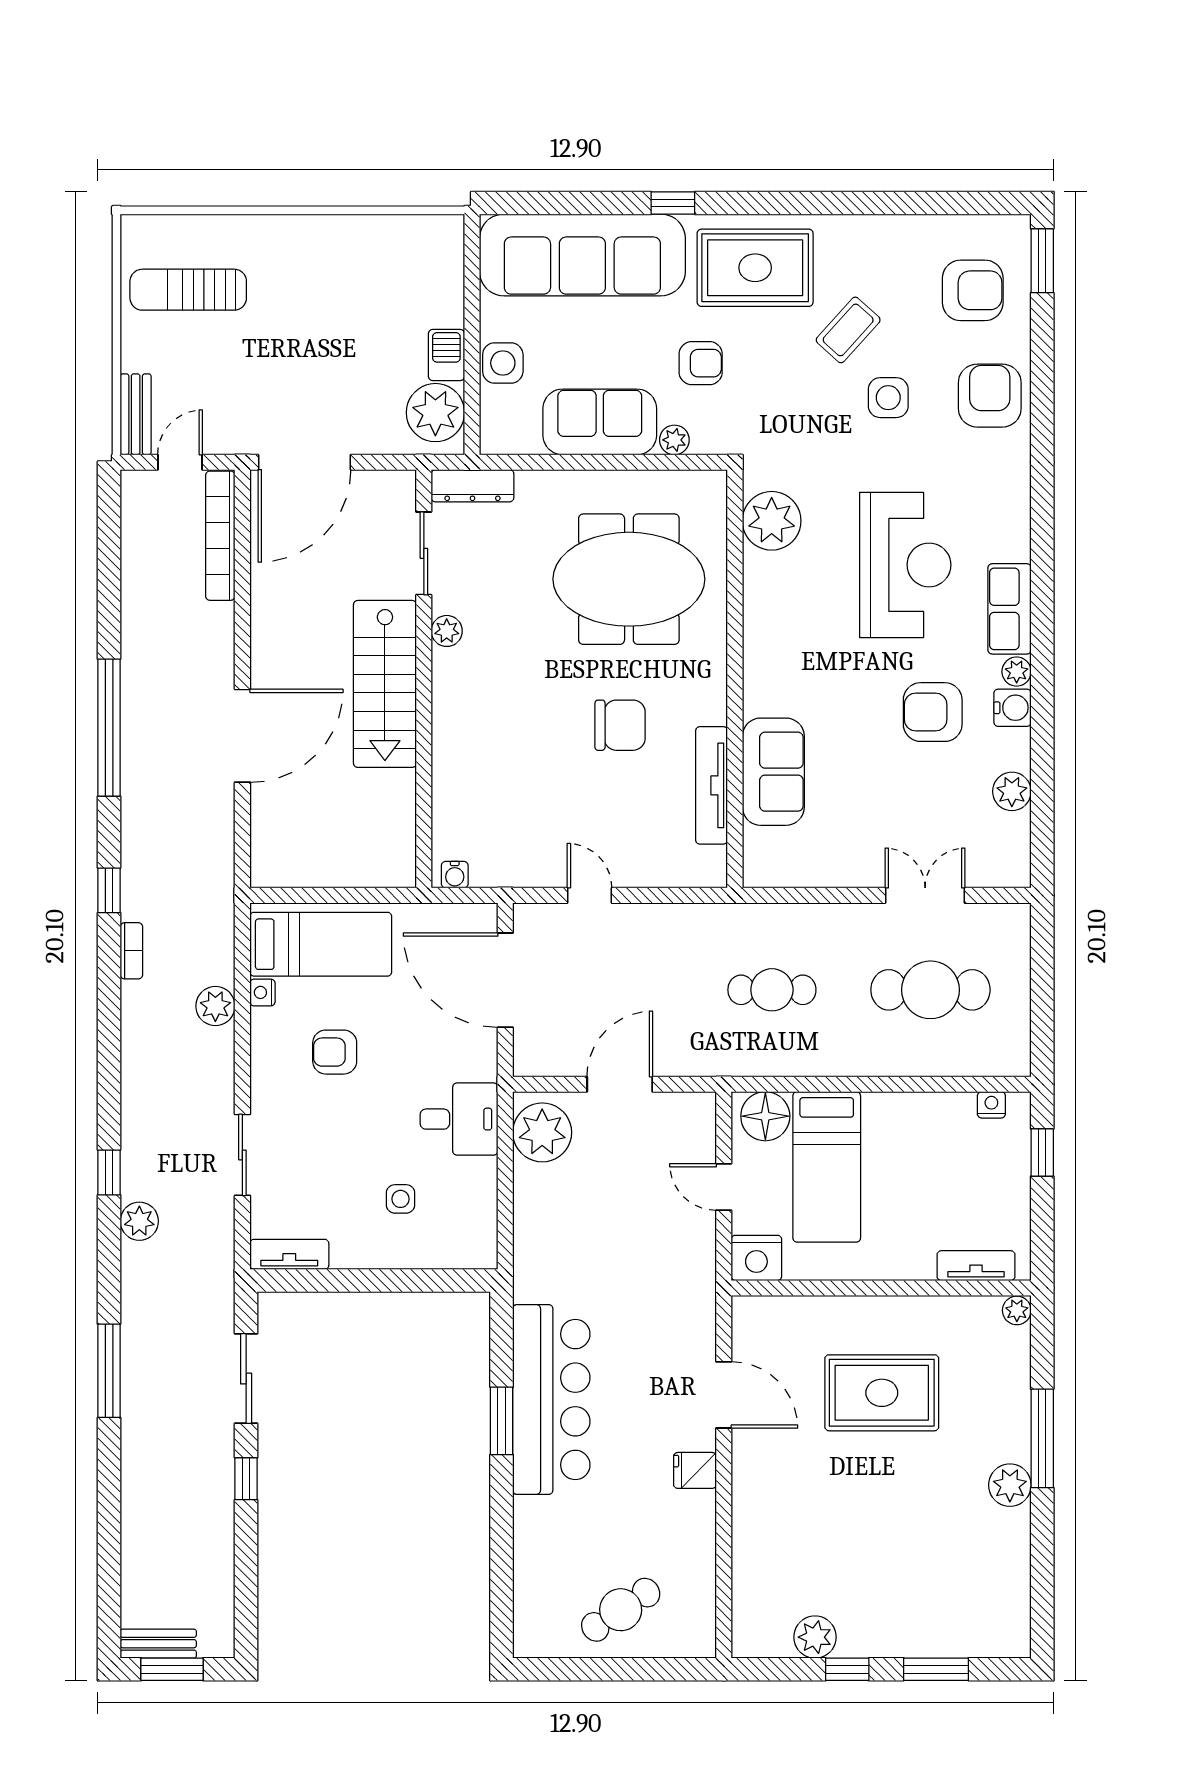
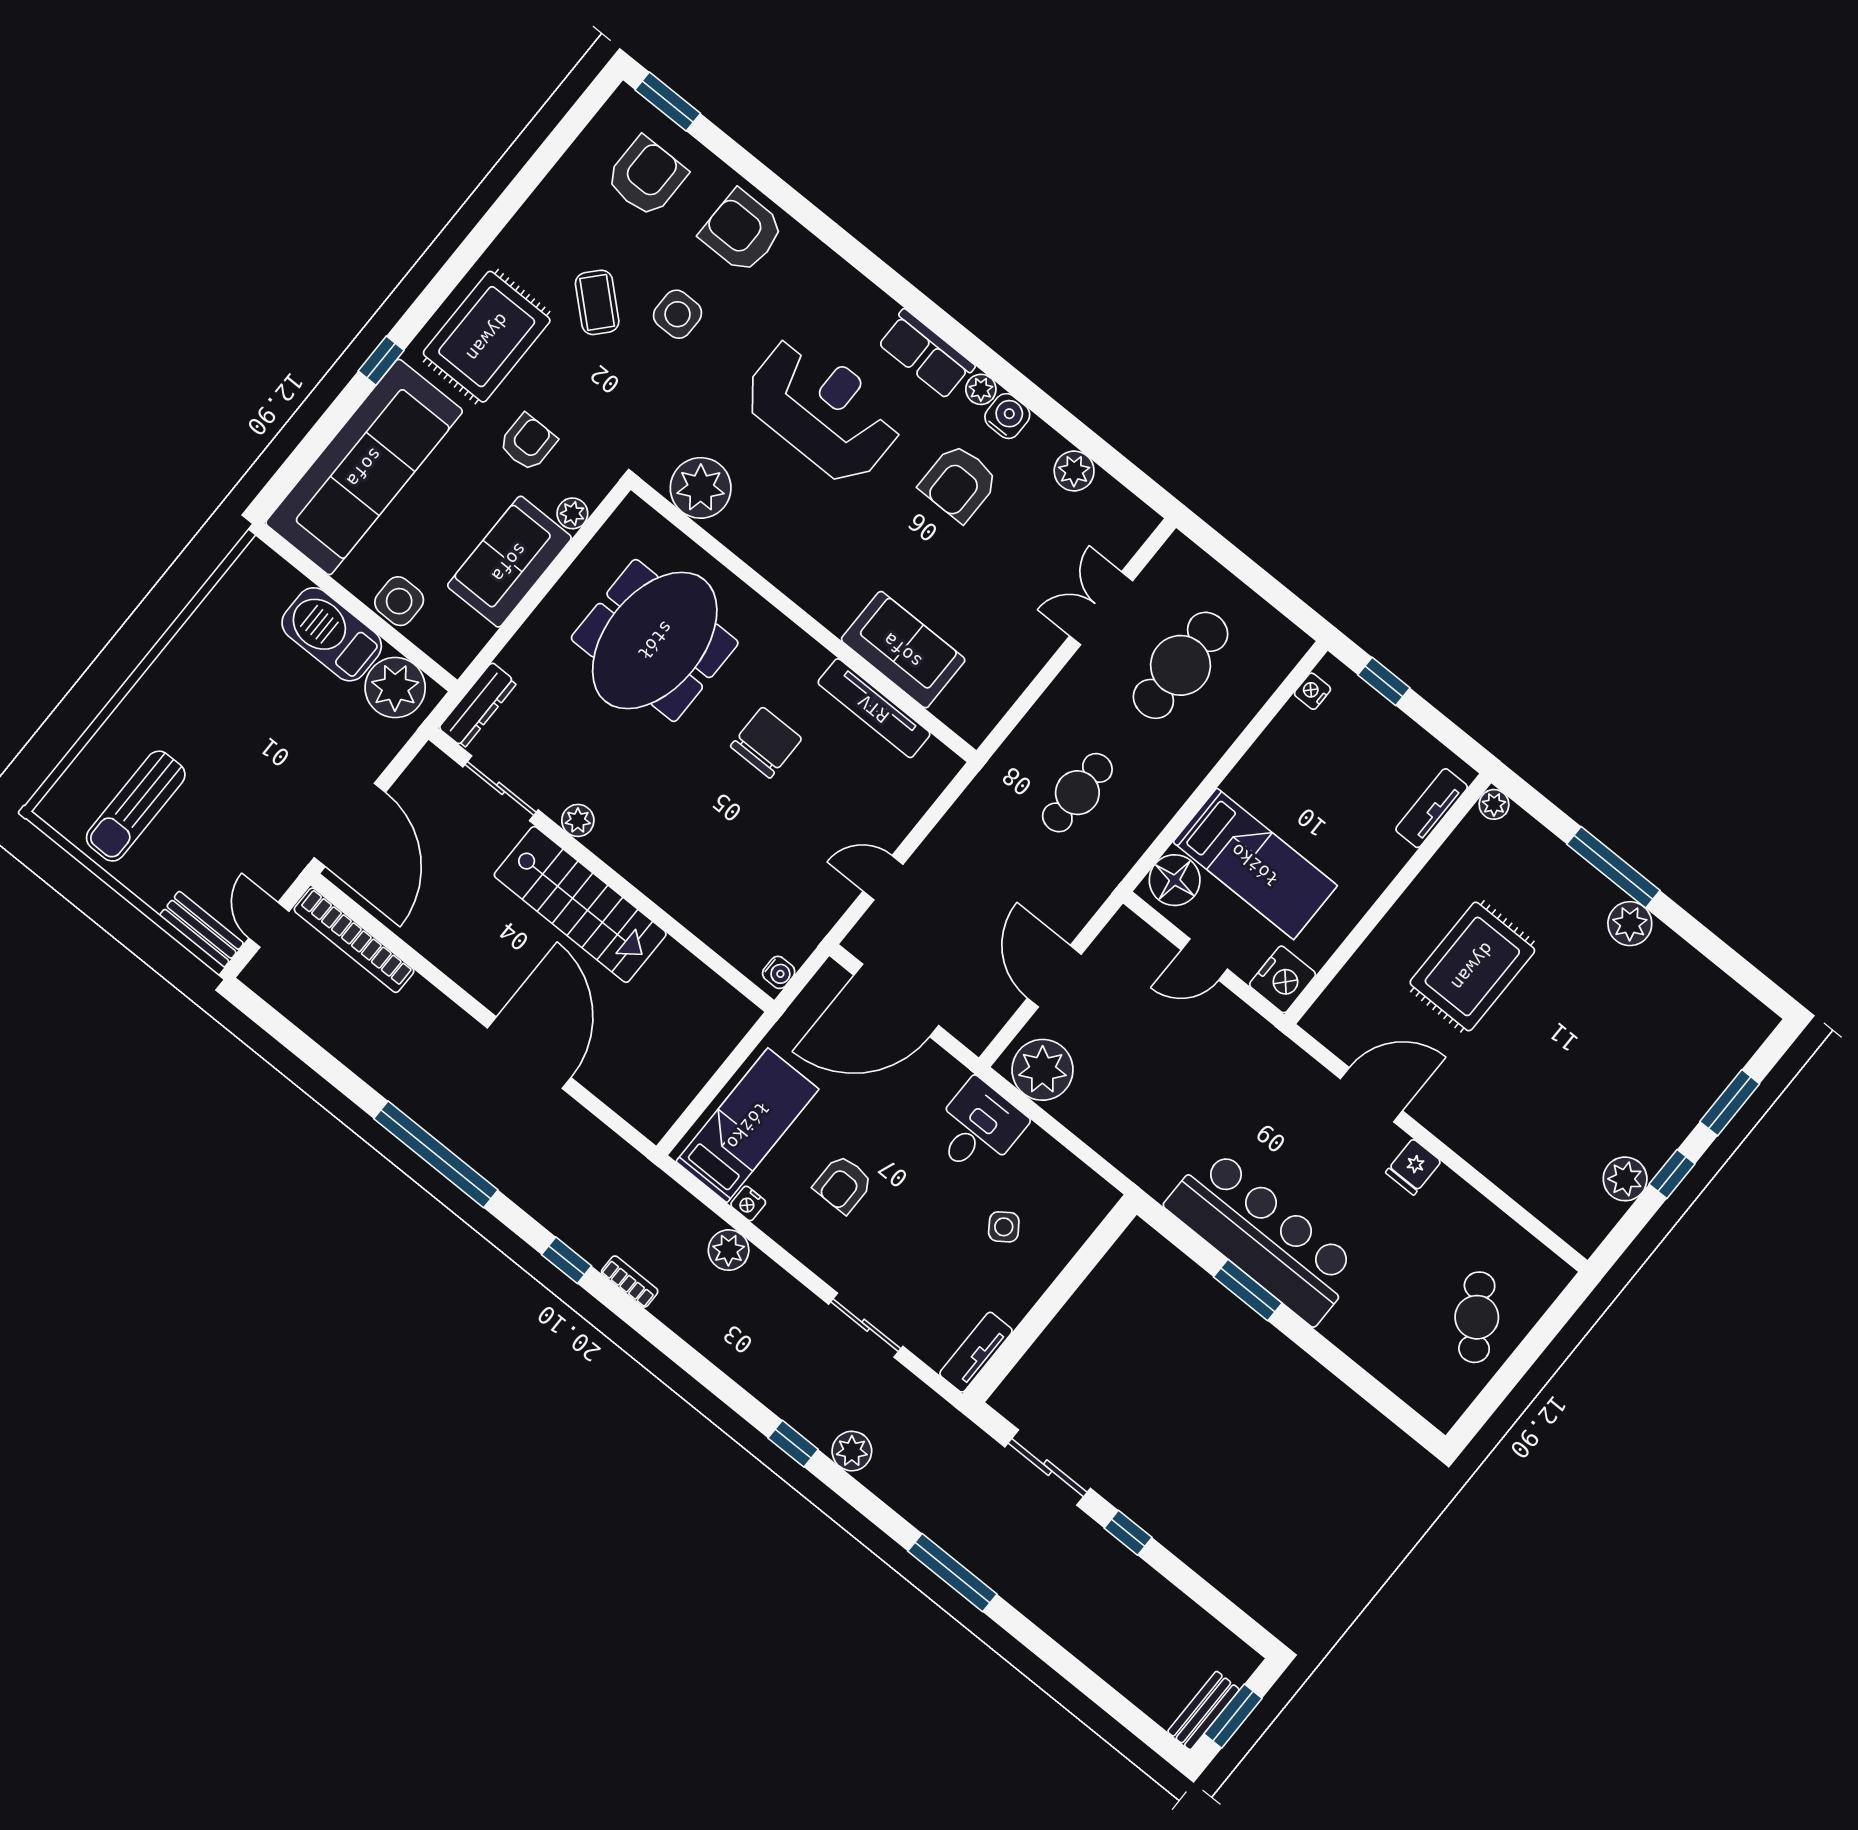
barbecue: (446, 355) -> (332, 634), width x1.88, depth x1.53
side table: (400, 1199) -> (1004, 1227), turned -35

